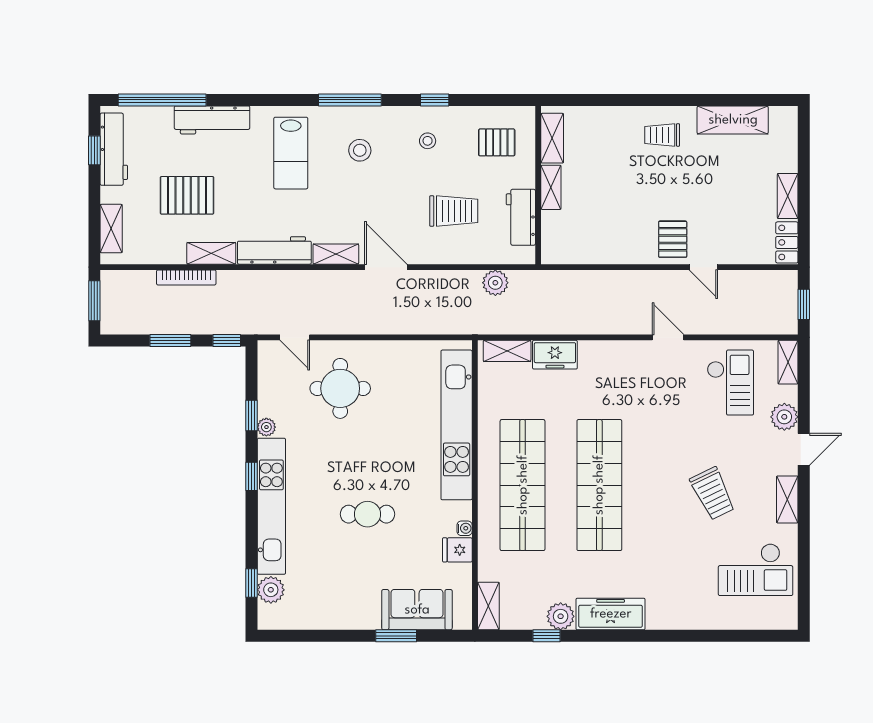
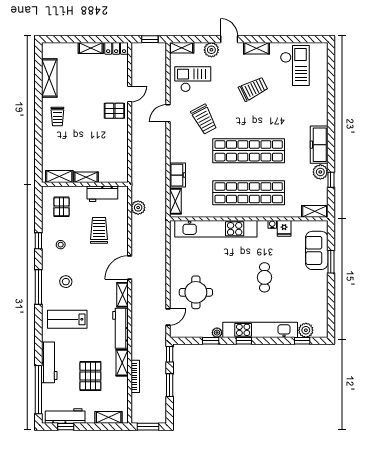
lab bench: (291, 153) -> (67, 319), turned 180
trolley: (657, 403) -> (204, 119), added

